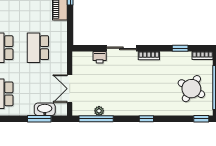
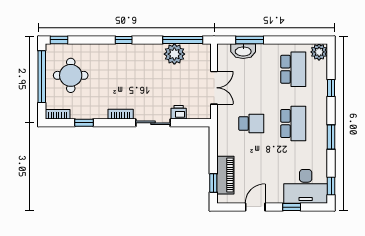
school desk: (38, 48) -> (251, 124), width x0.54
double door: (70, 89) -> (214, 88), moved
round table: (191, 89) -> (71, 75), turned -30
plant: (99, 111) -> (174, 54), width x1.88, depth x1.88

